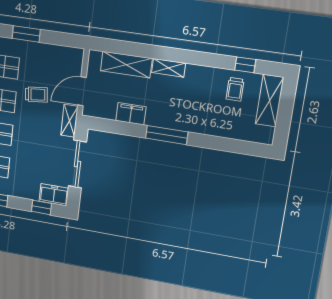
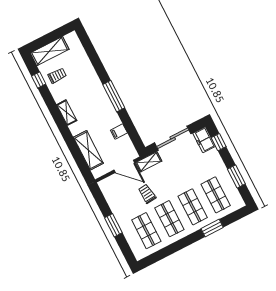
shelving: (169, 68) -> (67, 113), moved
filing cabinet: (131, 114) -> (119, 131), width x0.50

